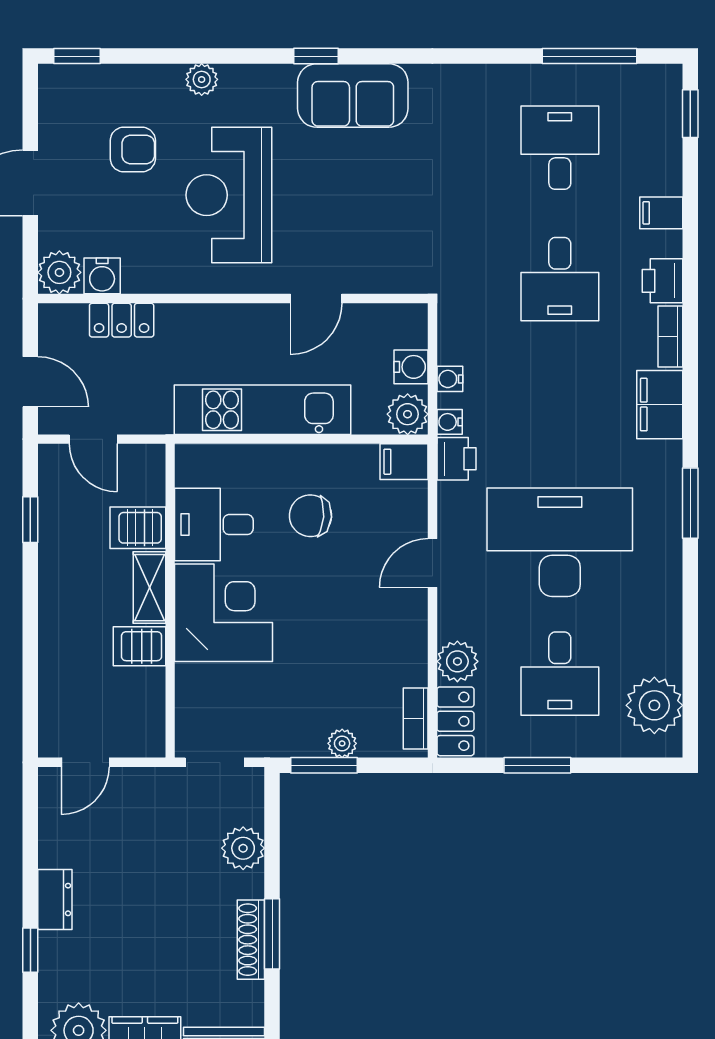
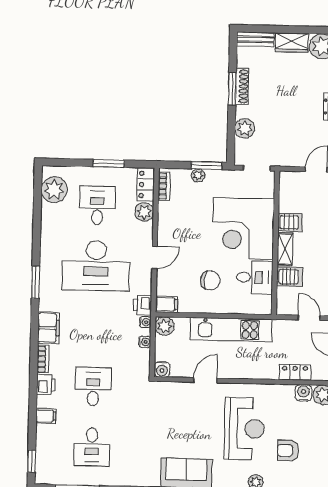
water cooler: (411, 367) -> (162, 369), moved, turned -90
corner desk: (224, 613) -> (243, 228), width x1.36, depth x1.36

